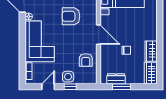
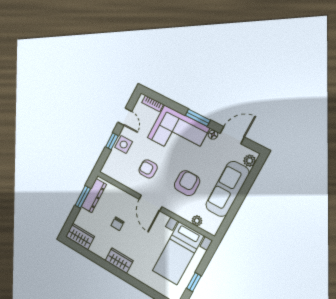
window: (22, 33) -> (198, 118), added
door: (99, 35) -> (150, 203), hinge flipped
wardrobe: (151, 51) -> (119, 261), moved
armchair: (86, 60) -> (148, 169), moved
dresser: (116, 79) -> (94, 196), width x1.44

